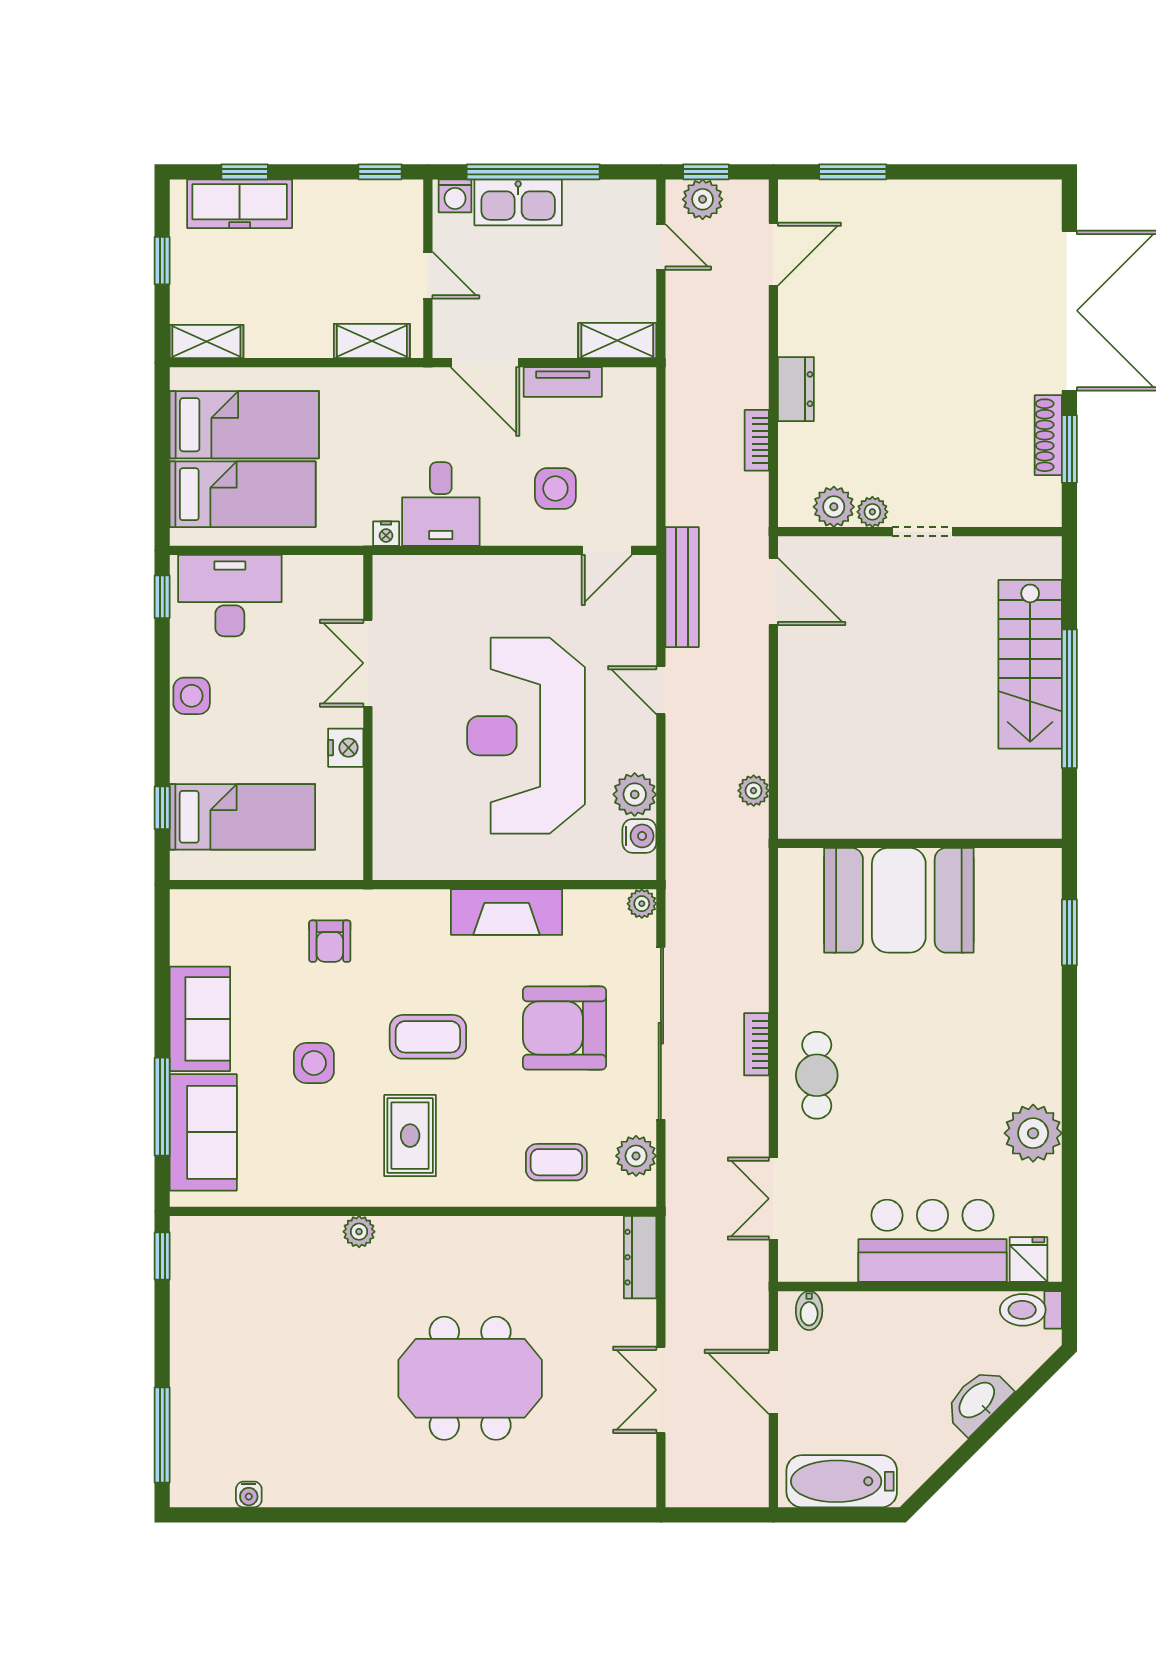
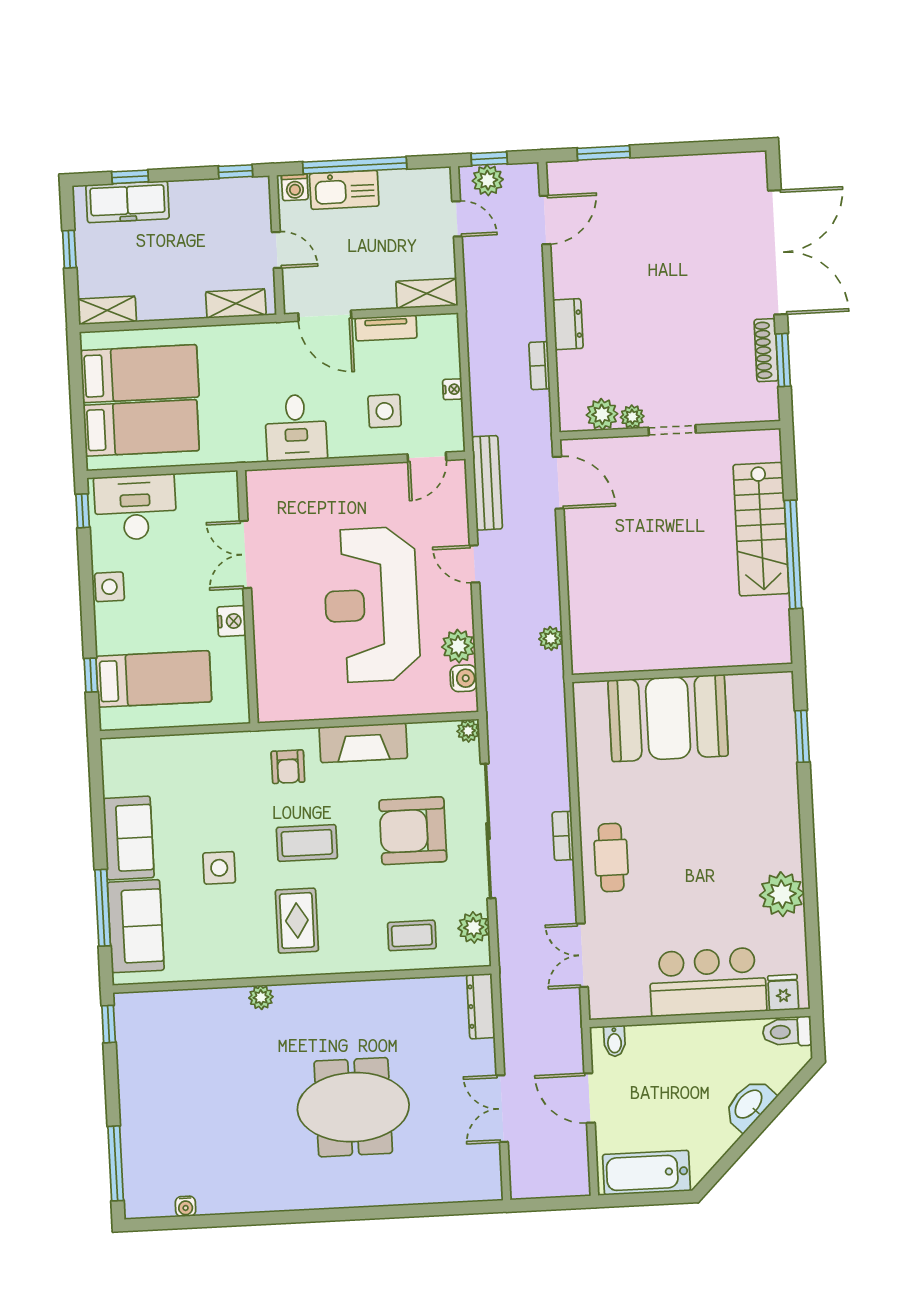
nightstand: (386, 534) -> (453, 389), moved, turned -90
armchair: (330, 941) -> (288, 767), moved

